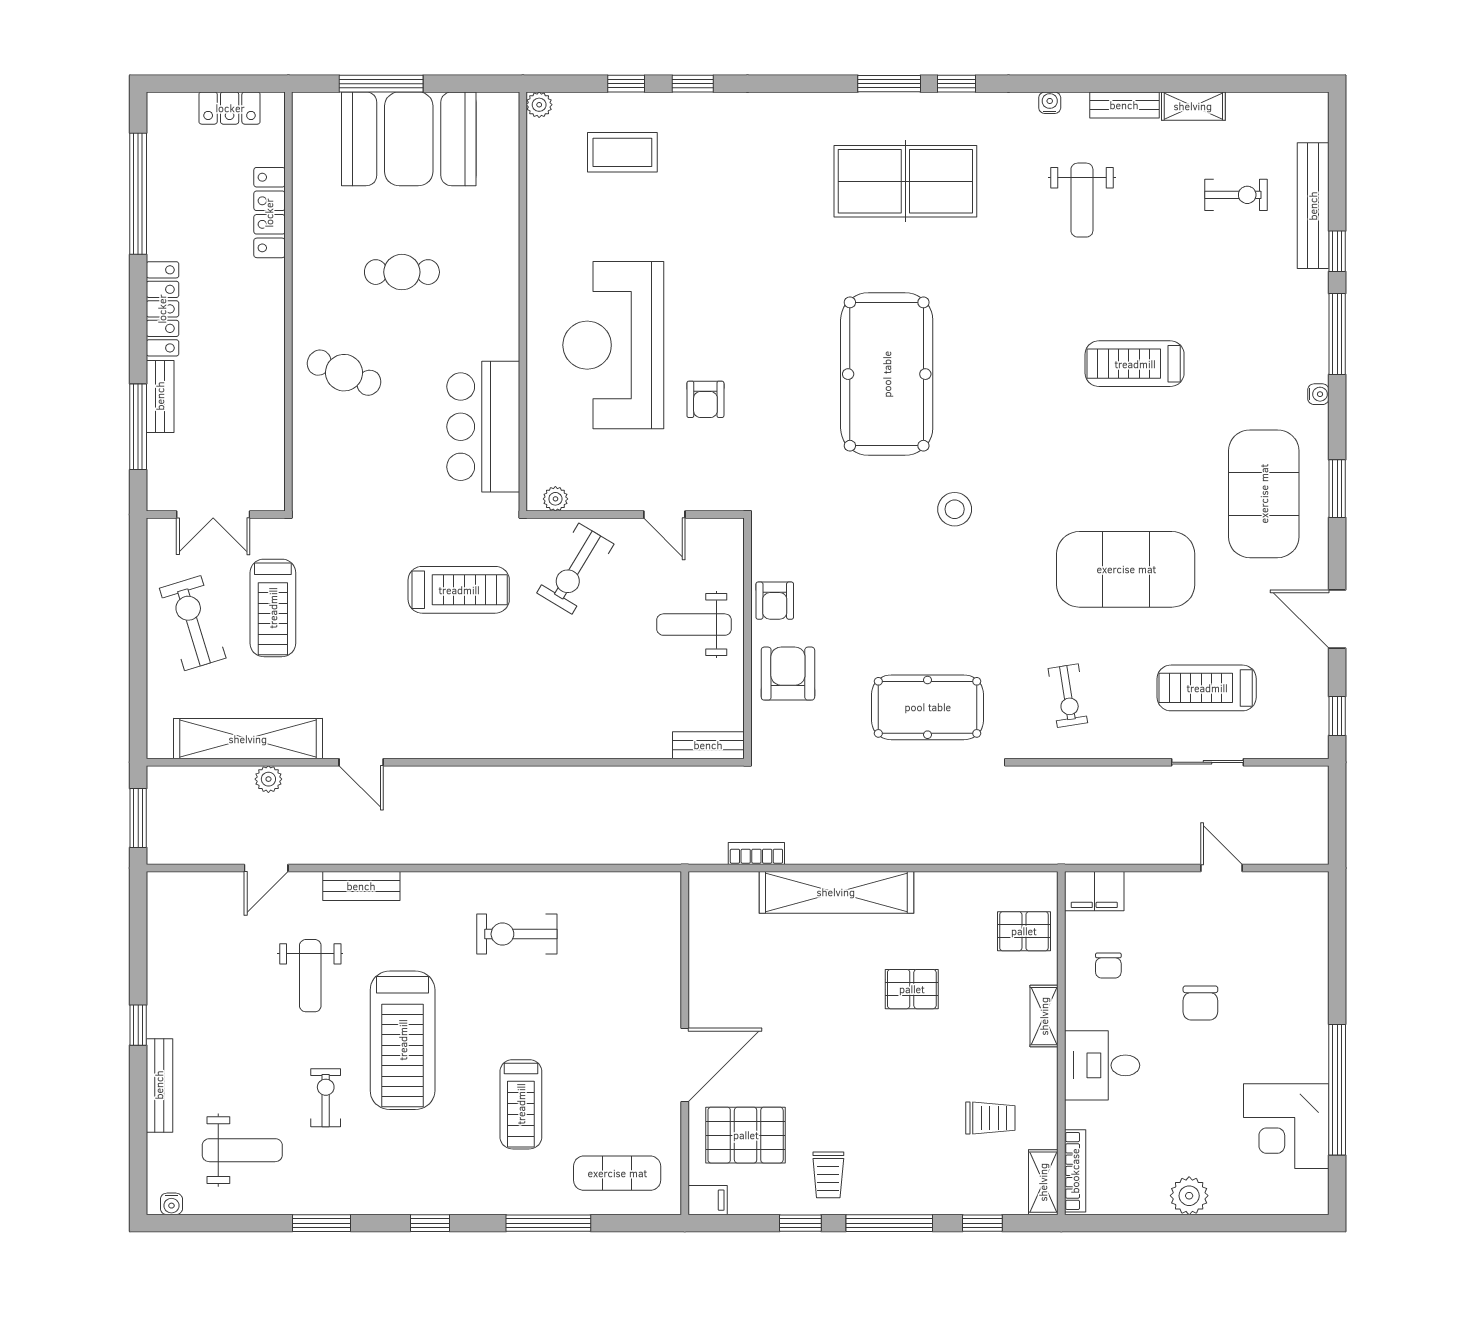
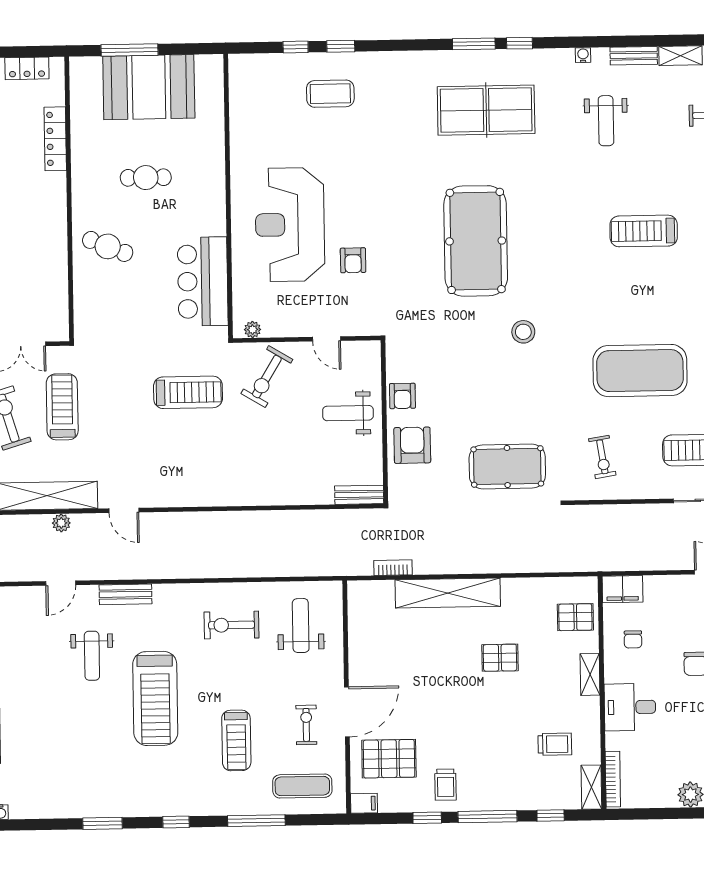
plant: (539, 105) -> (237, 62), removed
coffee table: (622, 152) -> (330, 94), moved
treadmill: (273, 608) -> (62, 407), turned 180
exercise bike: (326, 1098) -> (306, 725), moved
weight bench: (242, 1150) -> (301, 626), moved, turned -90

